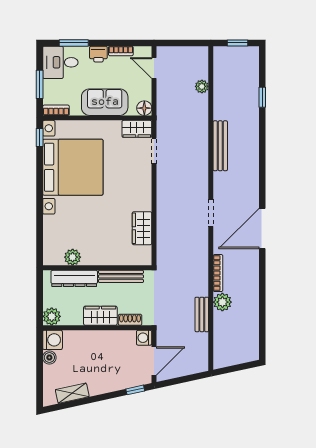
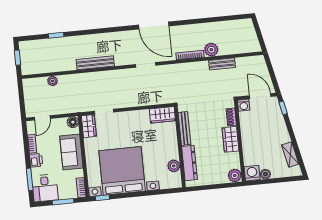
plant: (73, 257) -> (174, 166), moved
wall: (97, 268) -> (180, 147), moved
bench: (121, 276) -> (185, 128), moved
dresser: (74, 278) -> (189, 163), moved

